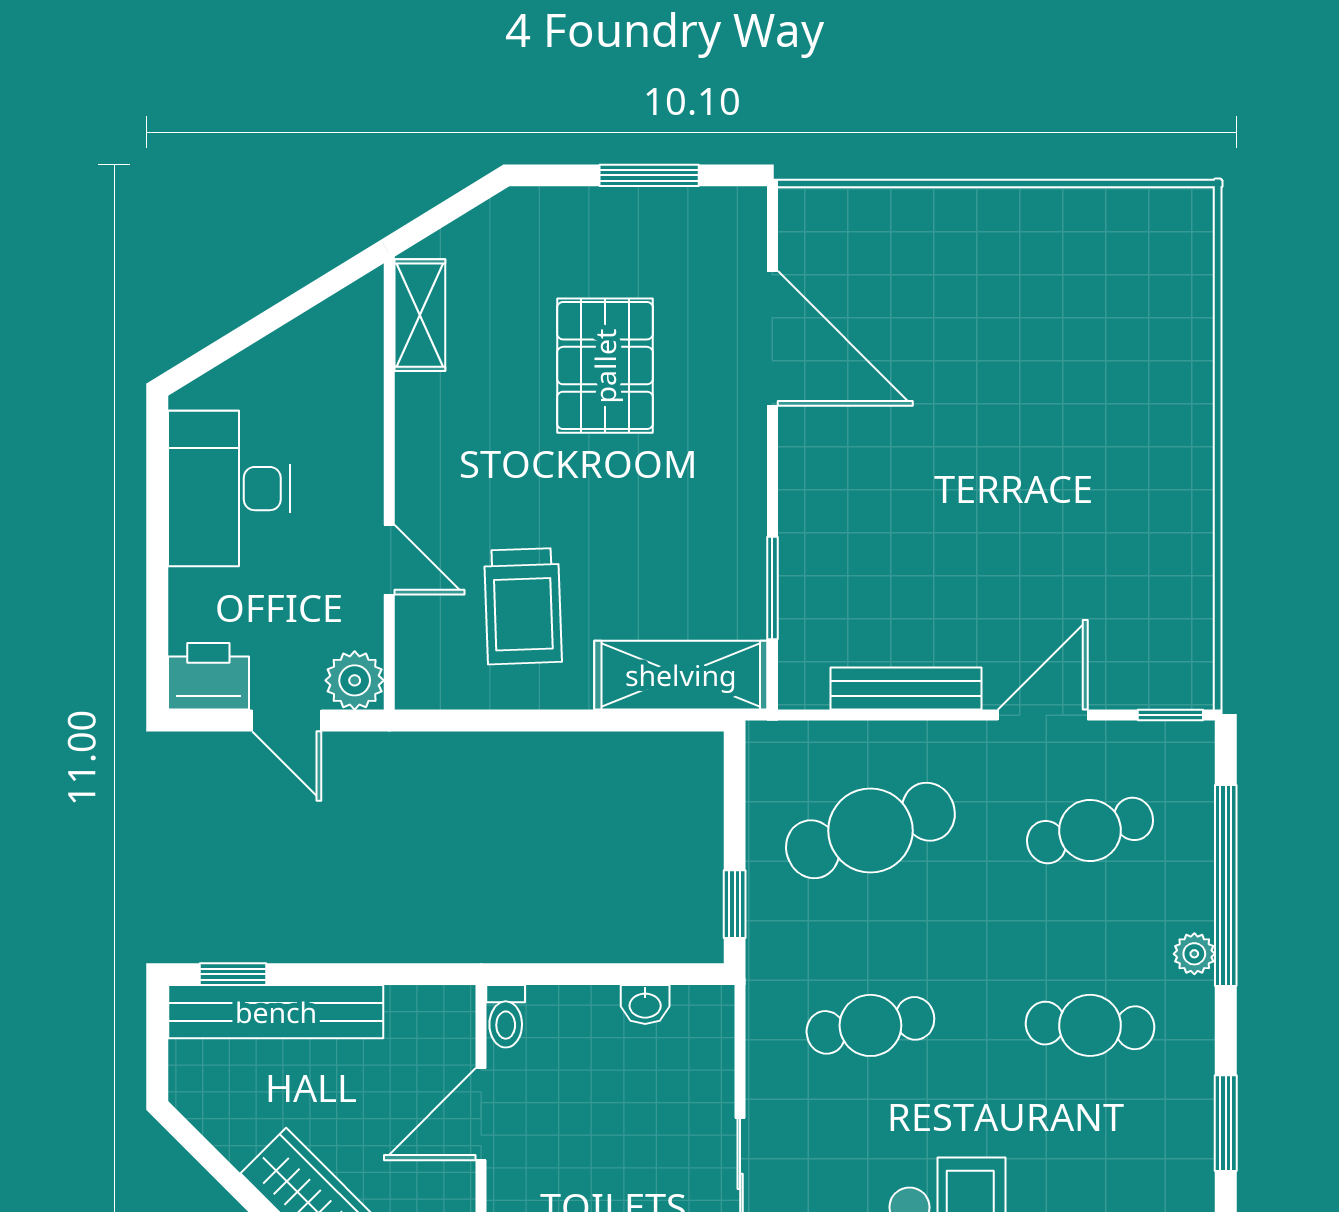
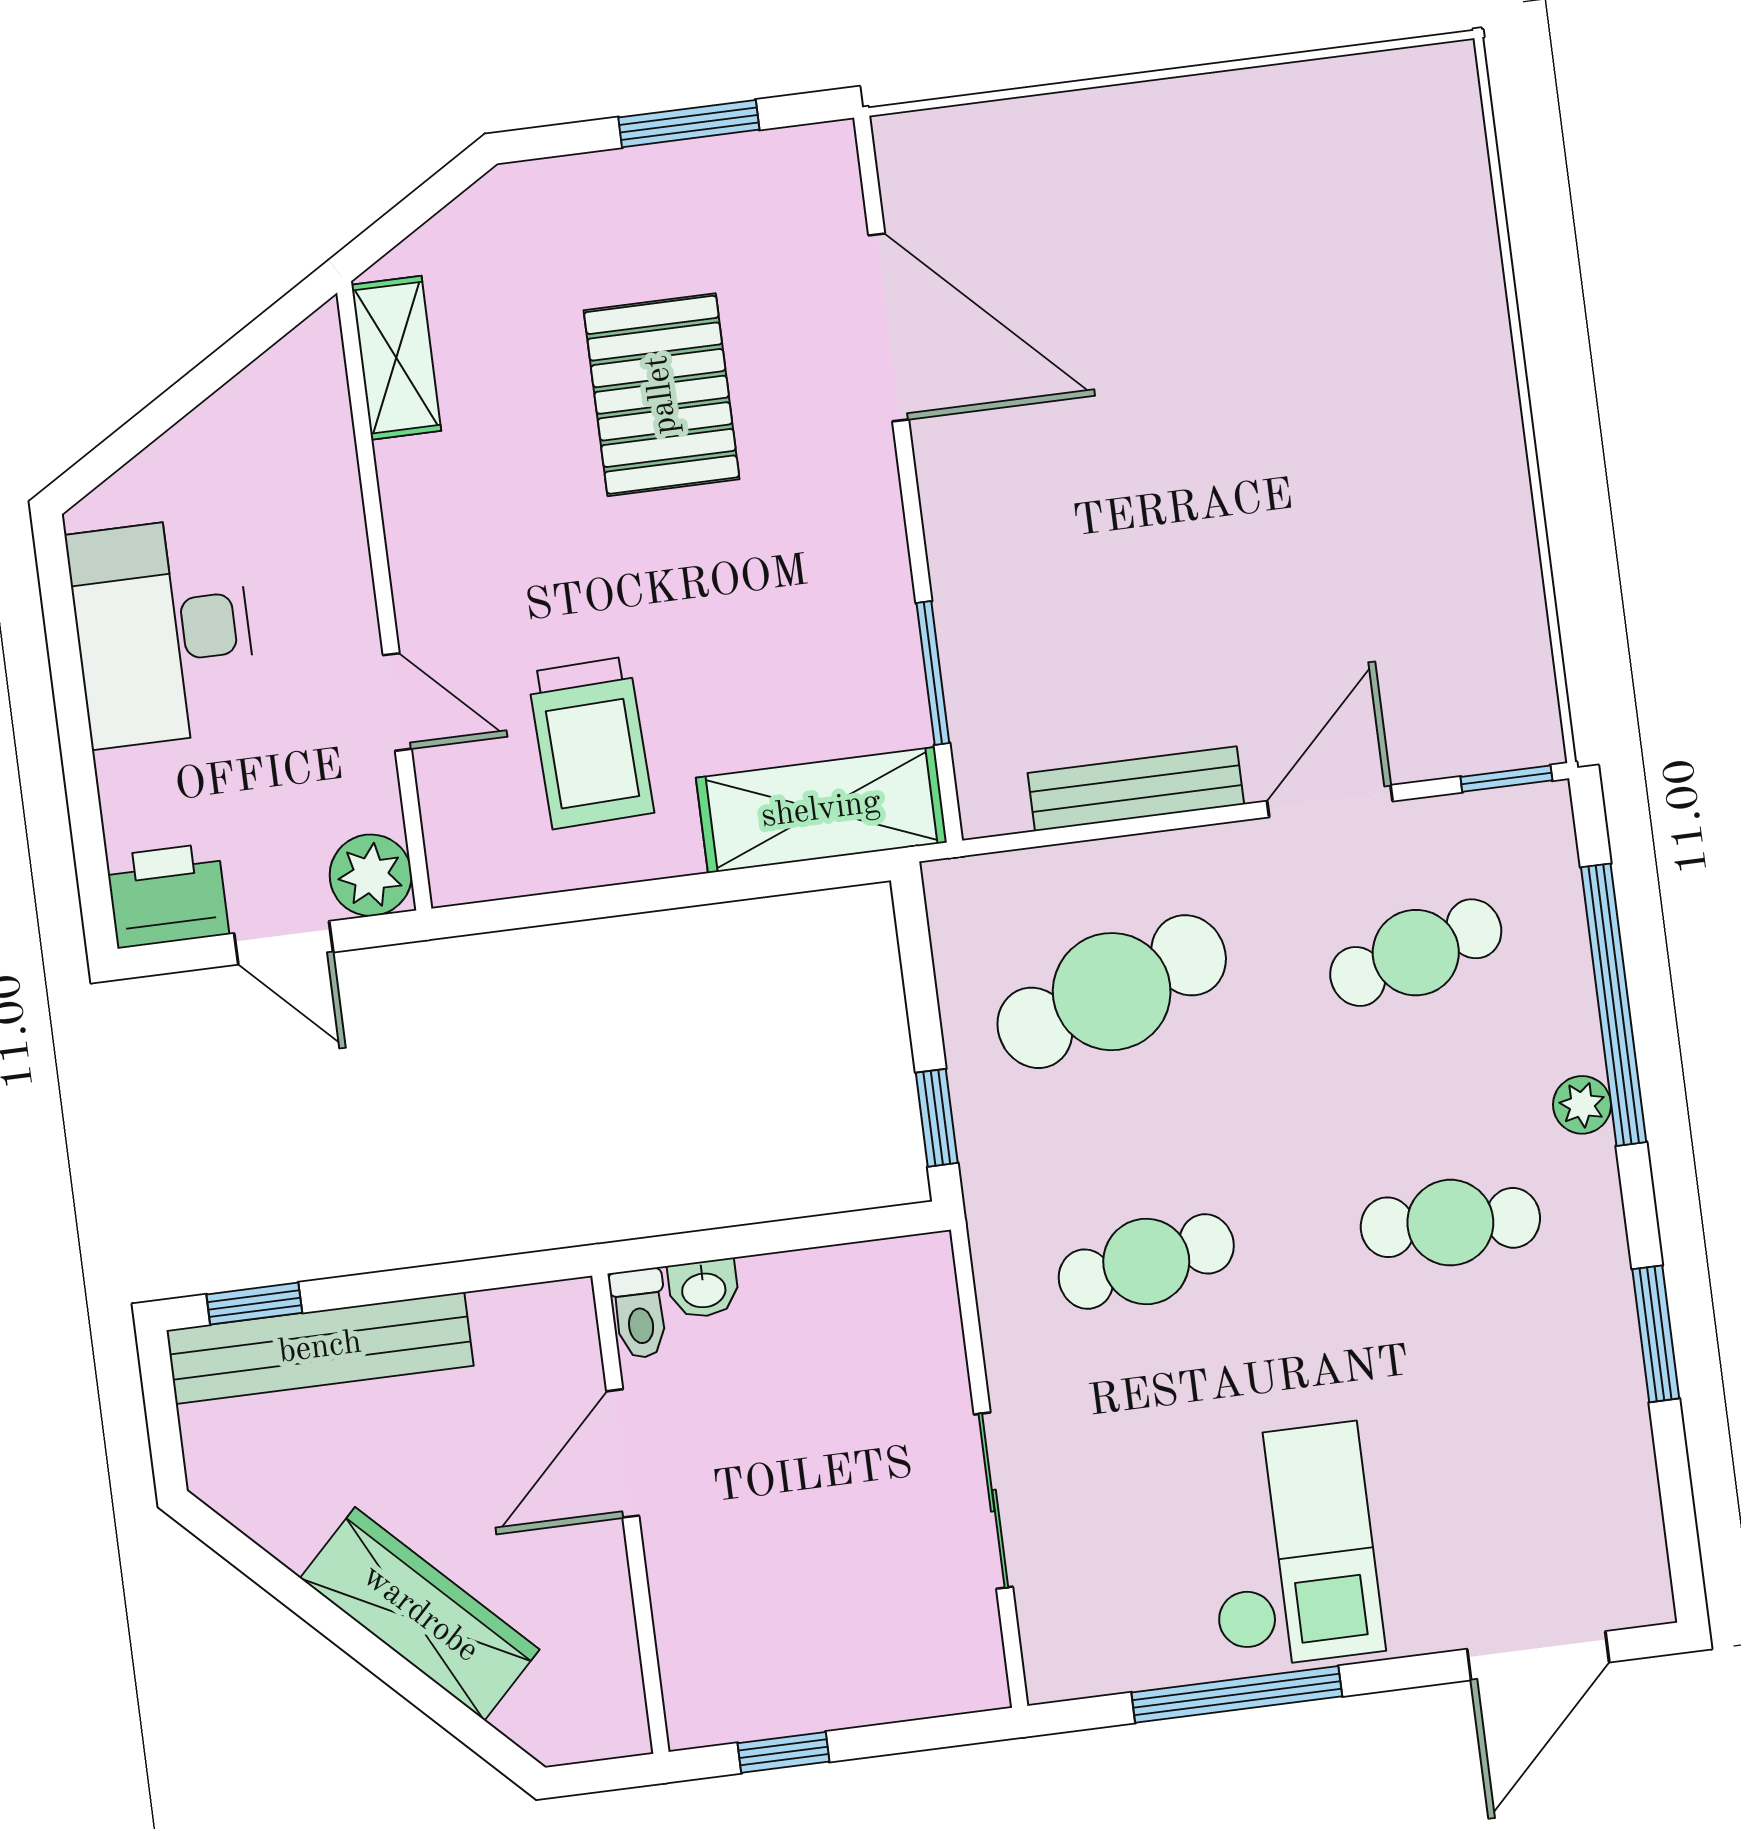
washbasin: (645, 1004) -> (704, 1289), moved

